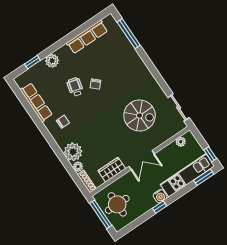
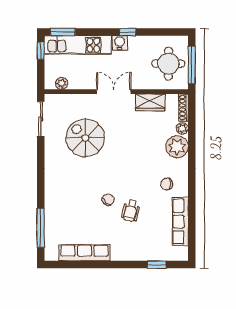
plant: (52, 61) -> (136, 253), removed

